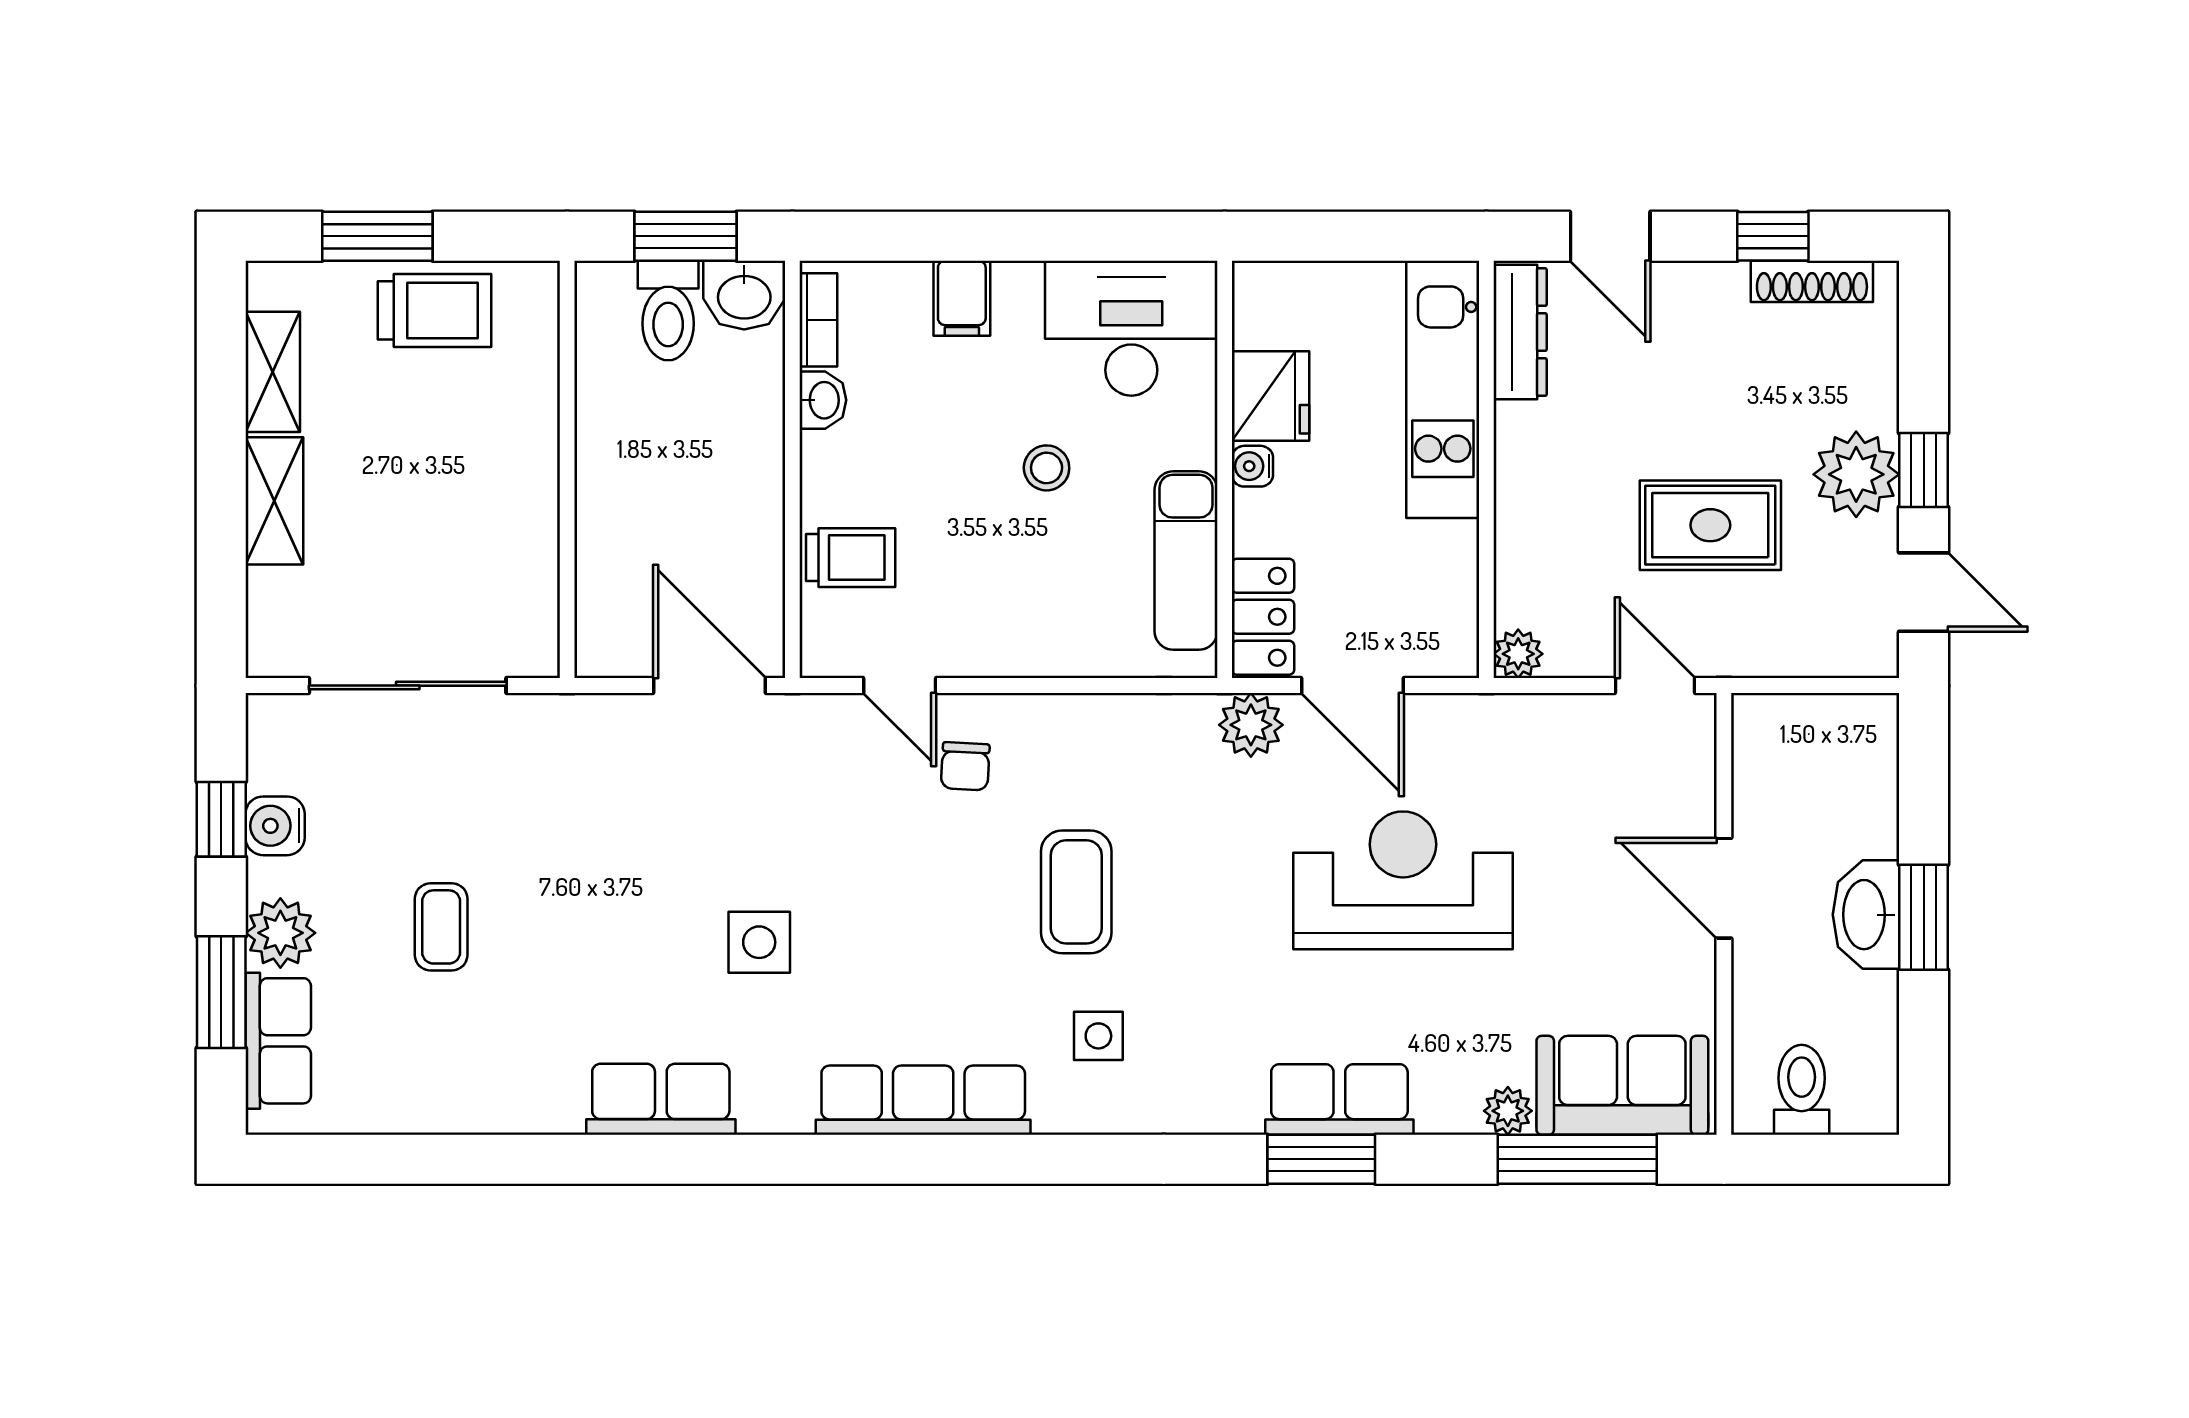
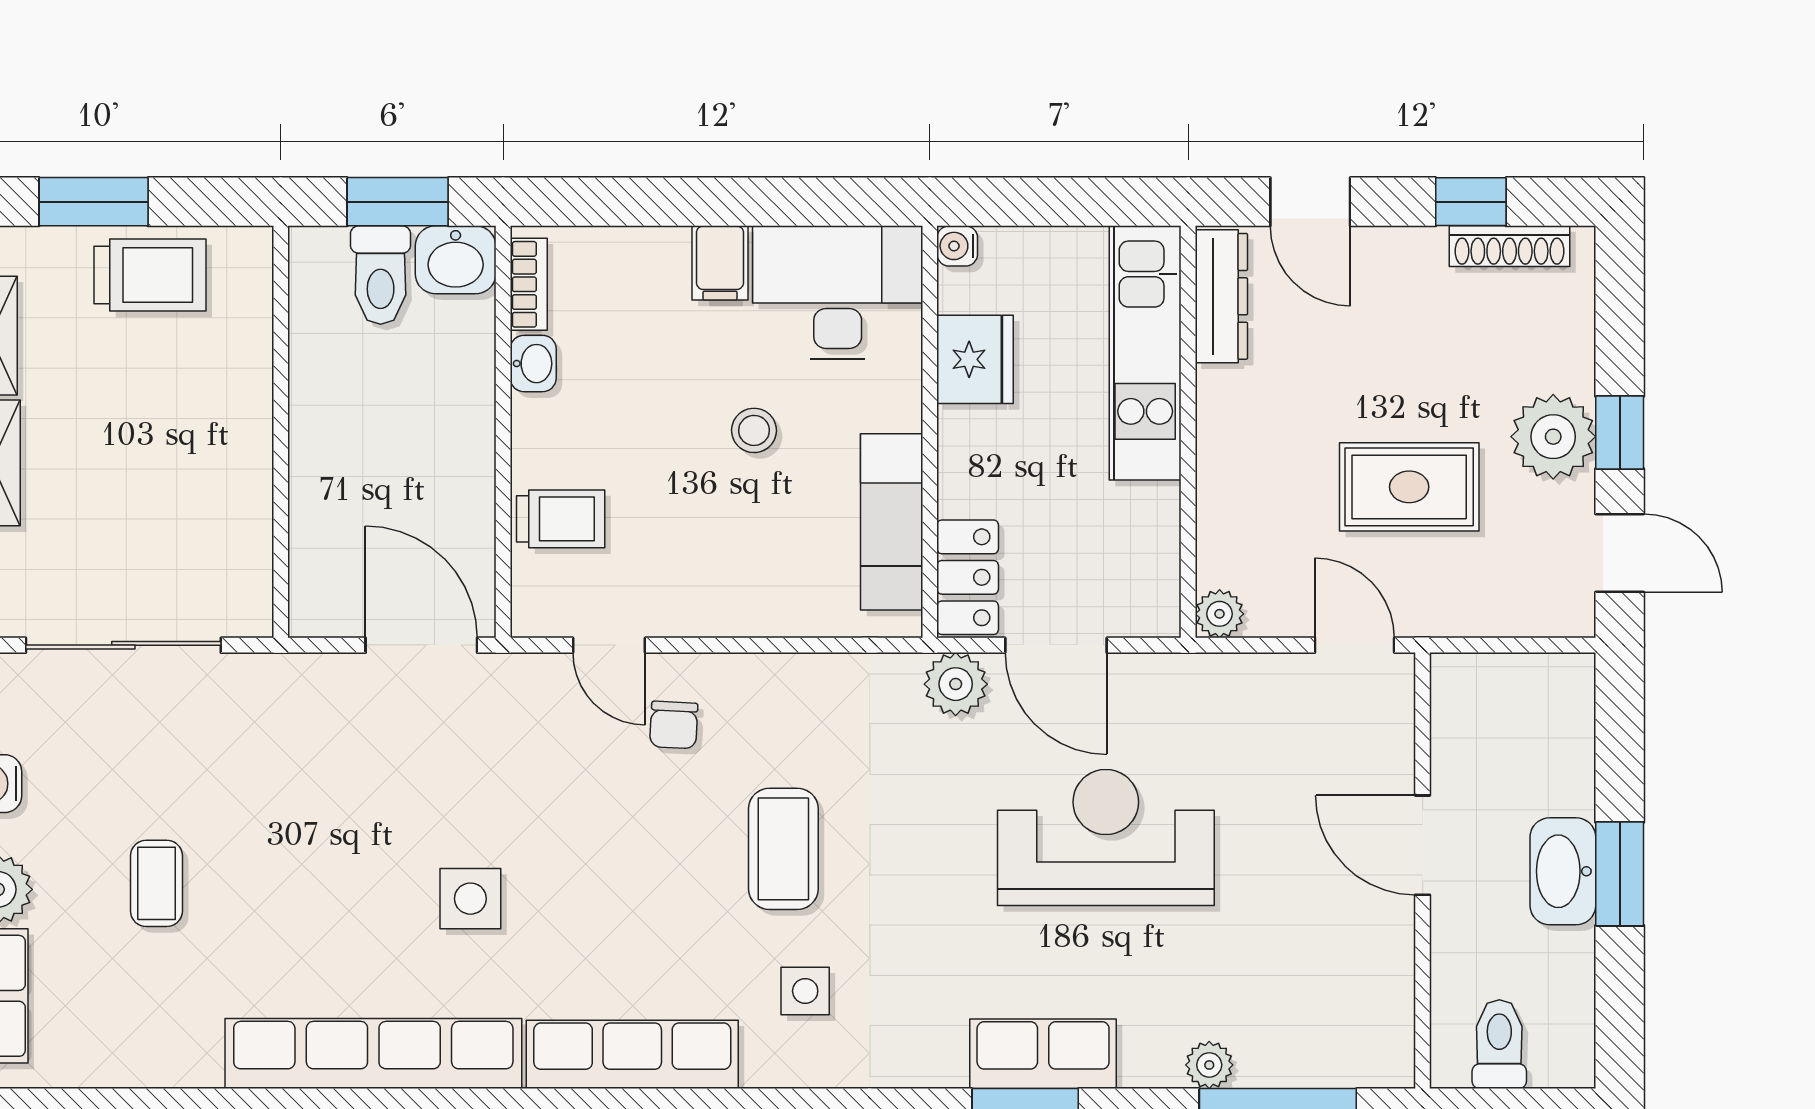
filing cabinet: (962, 298) -> (720, 263), moved
water cooler: (1252, 466) -> (957, 246), moved
sofa: (1622, 1085) -> (1322, 1040), removed
row of seats: (661, 1099) -> (373, 1054), width x2.02

